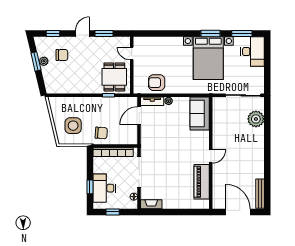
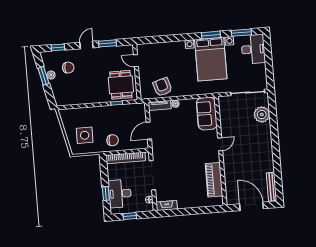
armchair: (157, 83) -> (162, 87), turned 73
door: (139, 116) -> (149, 131), moved
door: (211, 156) -> (220, 144), moved

